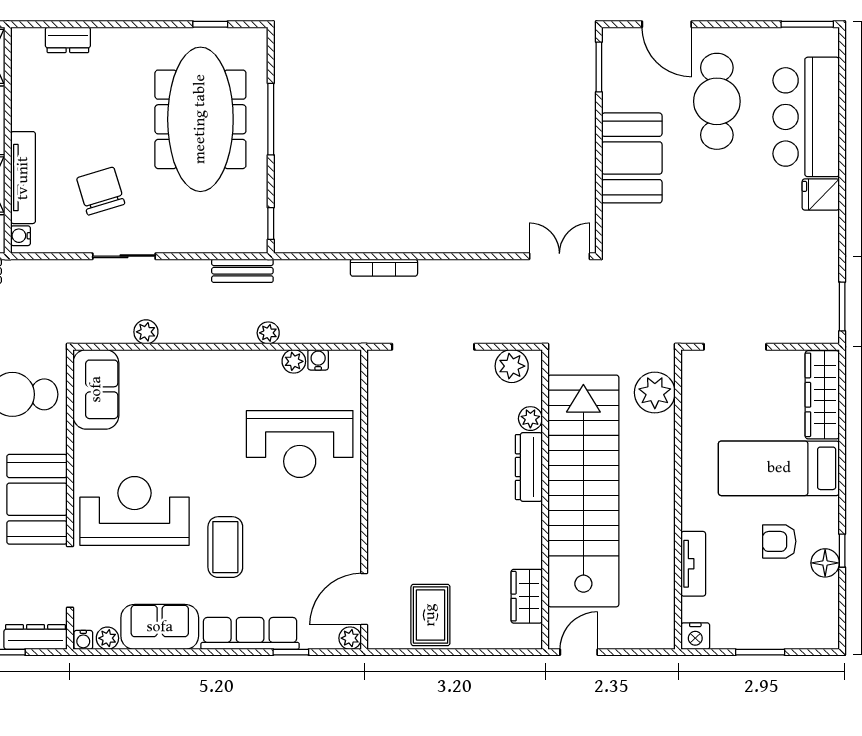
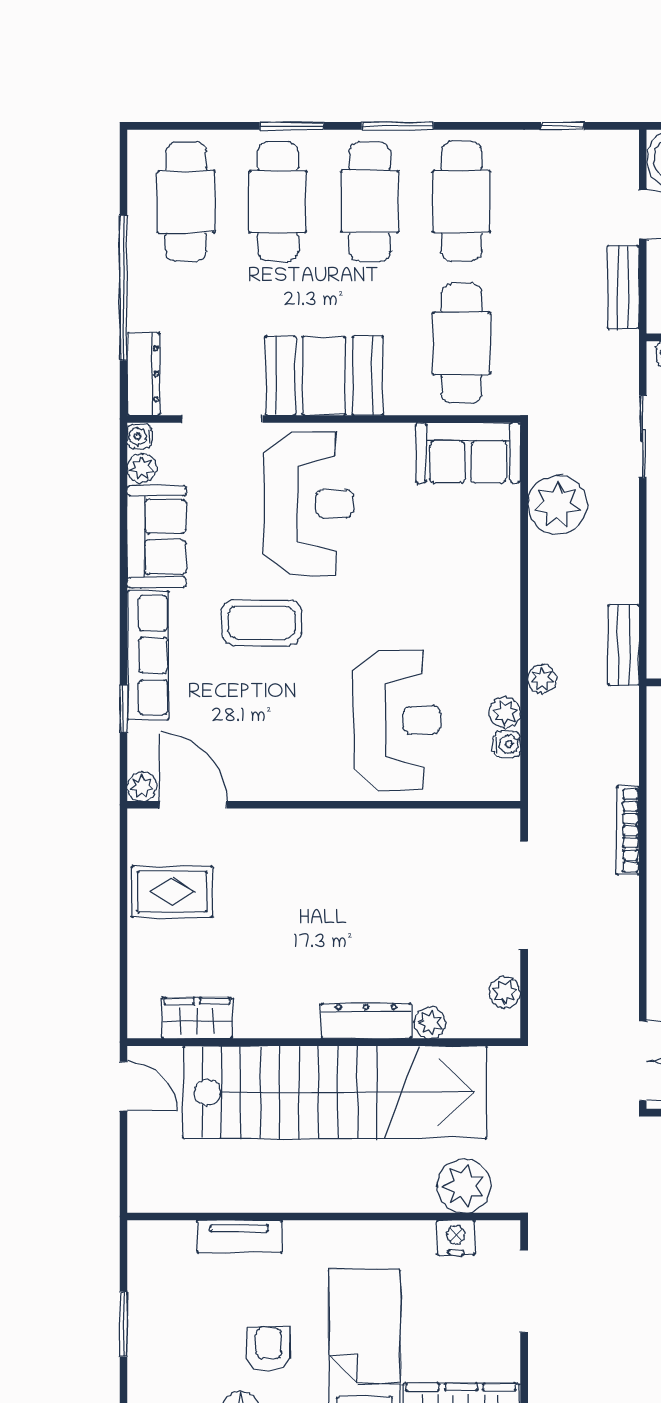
sliding door: (124, 256) -> (643, 437), moved
plant: (146, 332) -> (557, 505), width x1.88, depth x1.88
plant: (512, 366) -> (505, 992), width x0.73, depth x0.73
reception desk: (300, 444) -> (396, 720), turned 180
nightstand: (695, 636) -> (456, 1238), moved, turned 90

